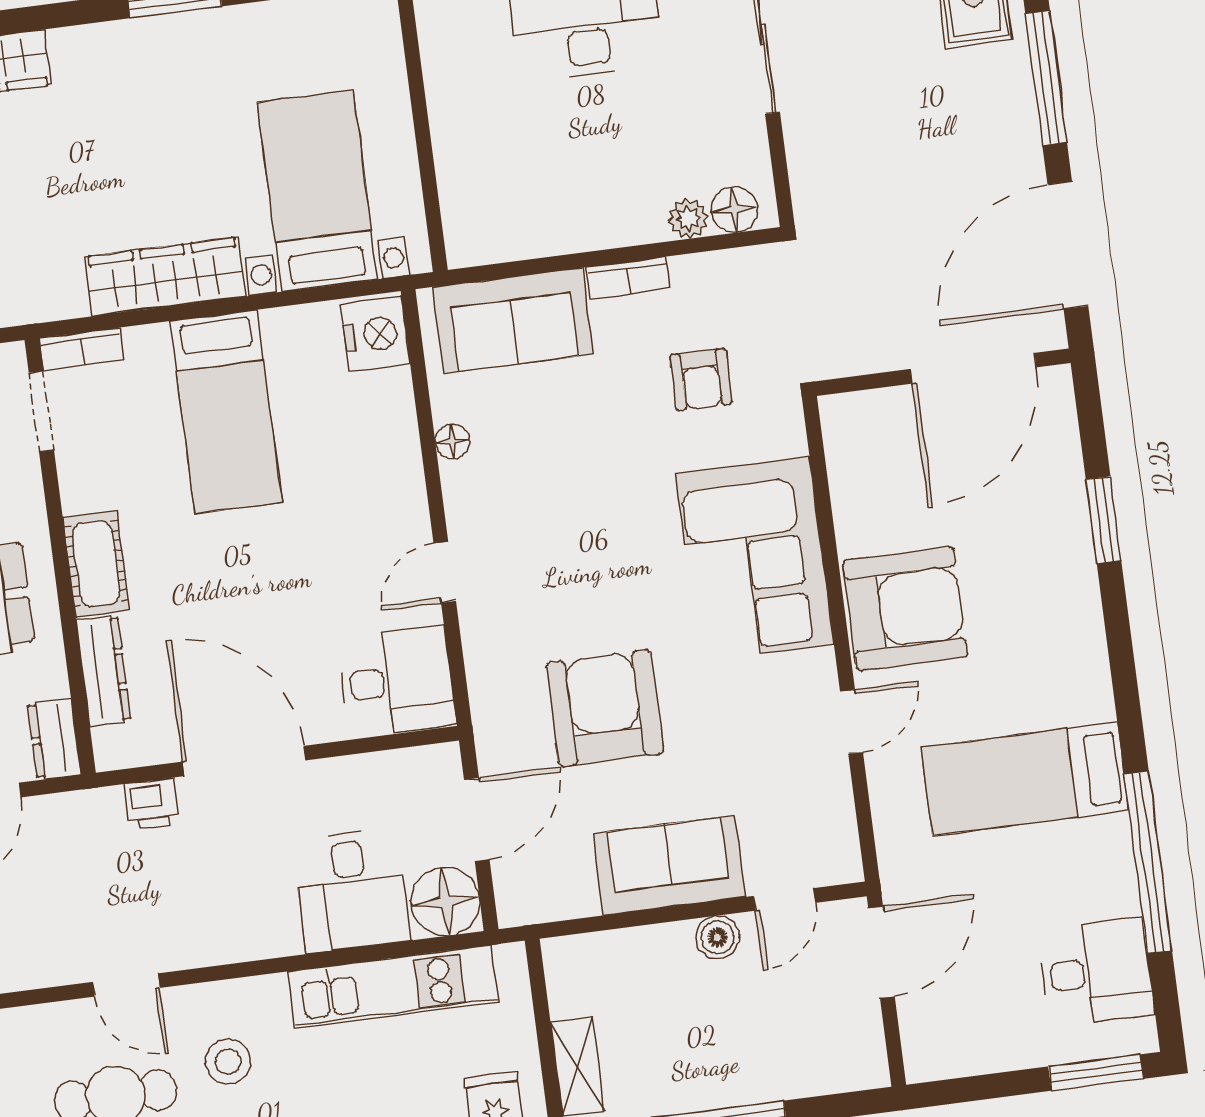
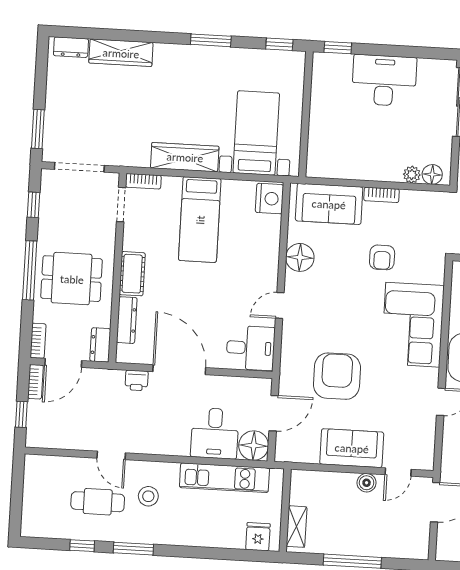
armchair: (701, 379) -> (382, 257), moved
floor lamp: (453, 442) -> (300, 257), width x1.89, depth x1.89

